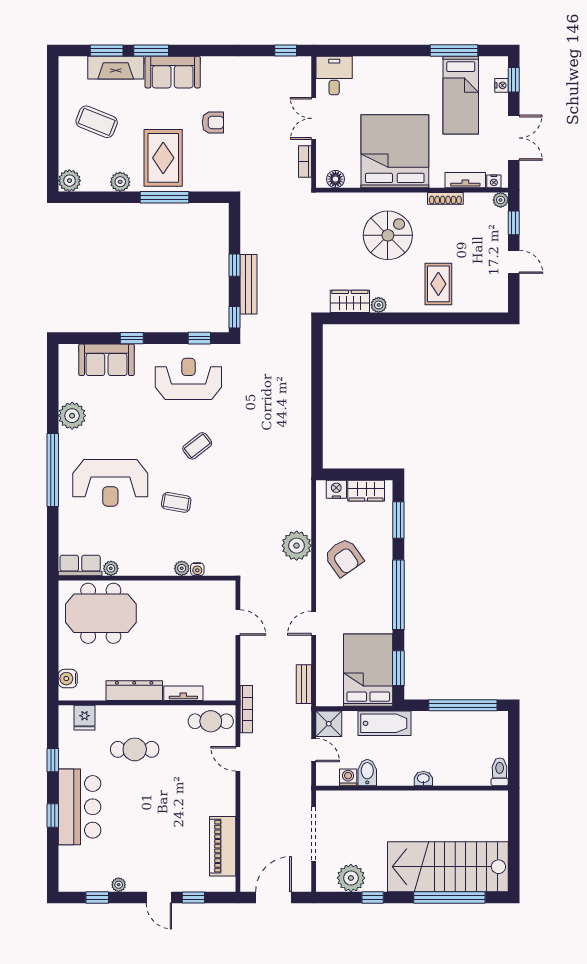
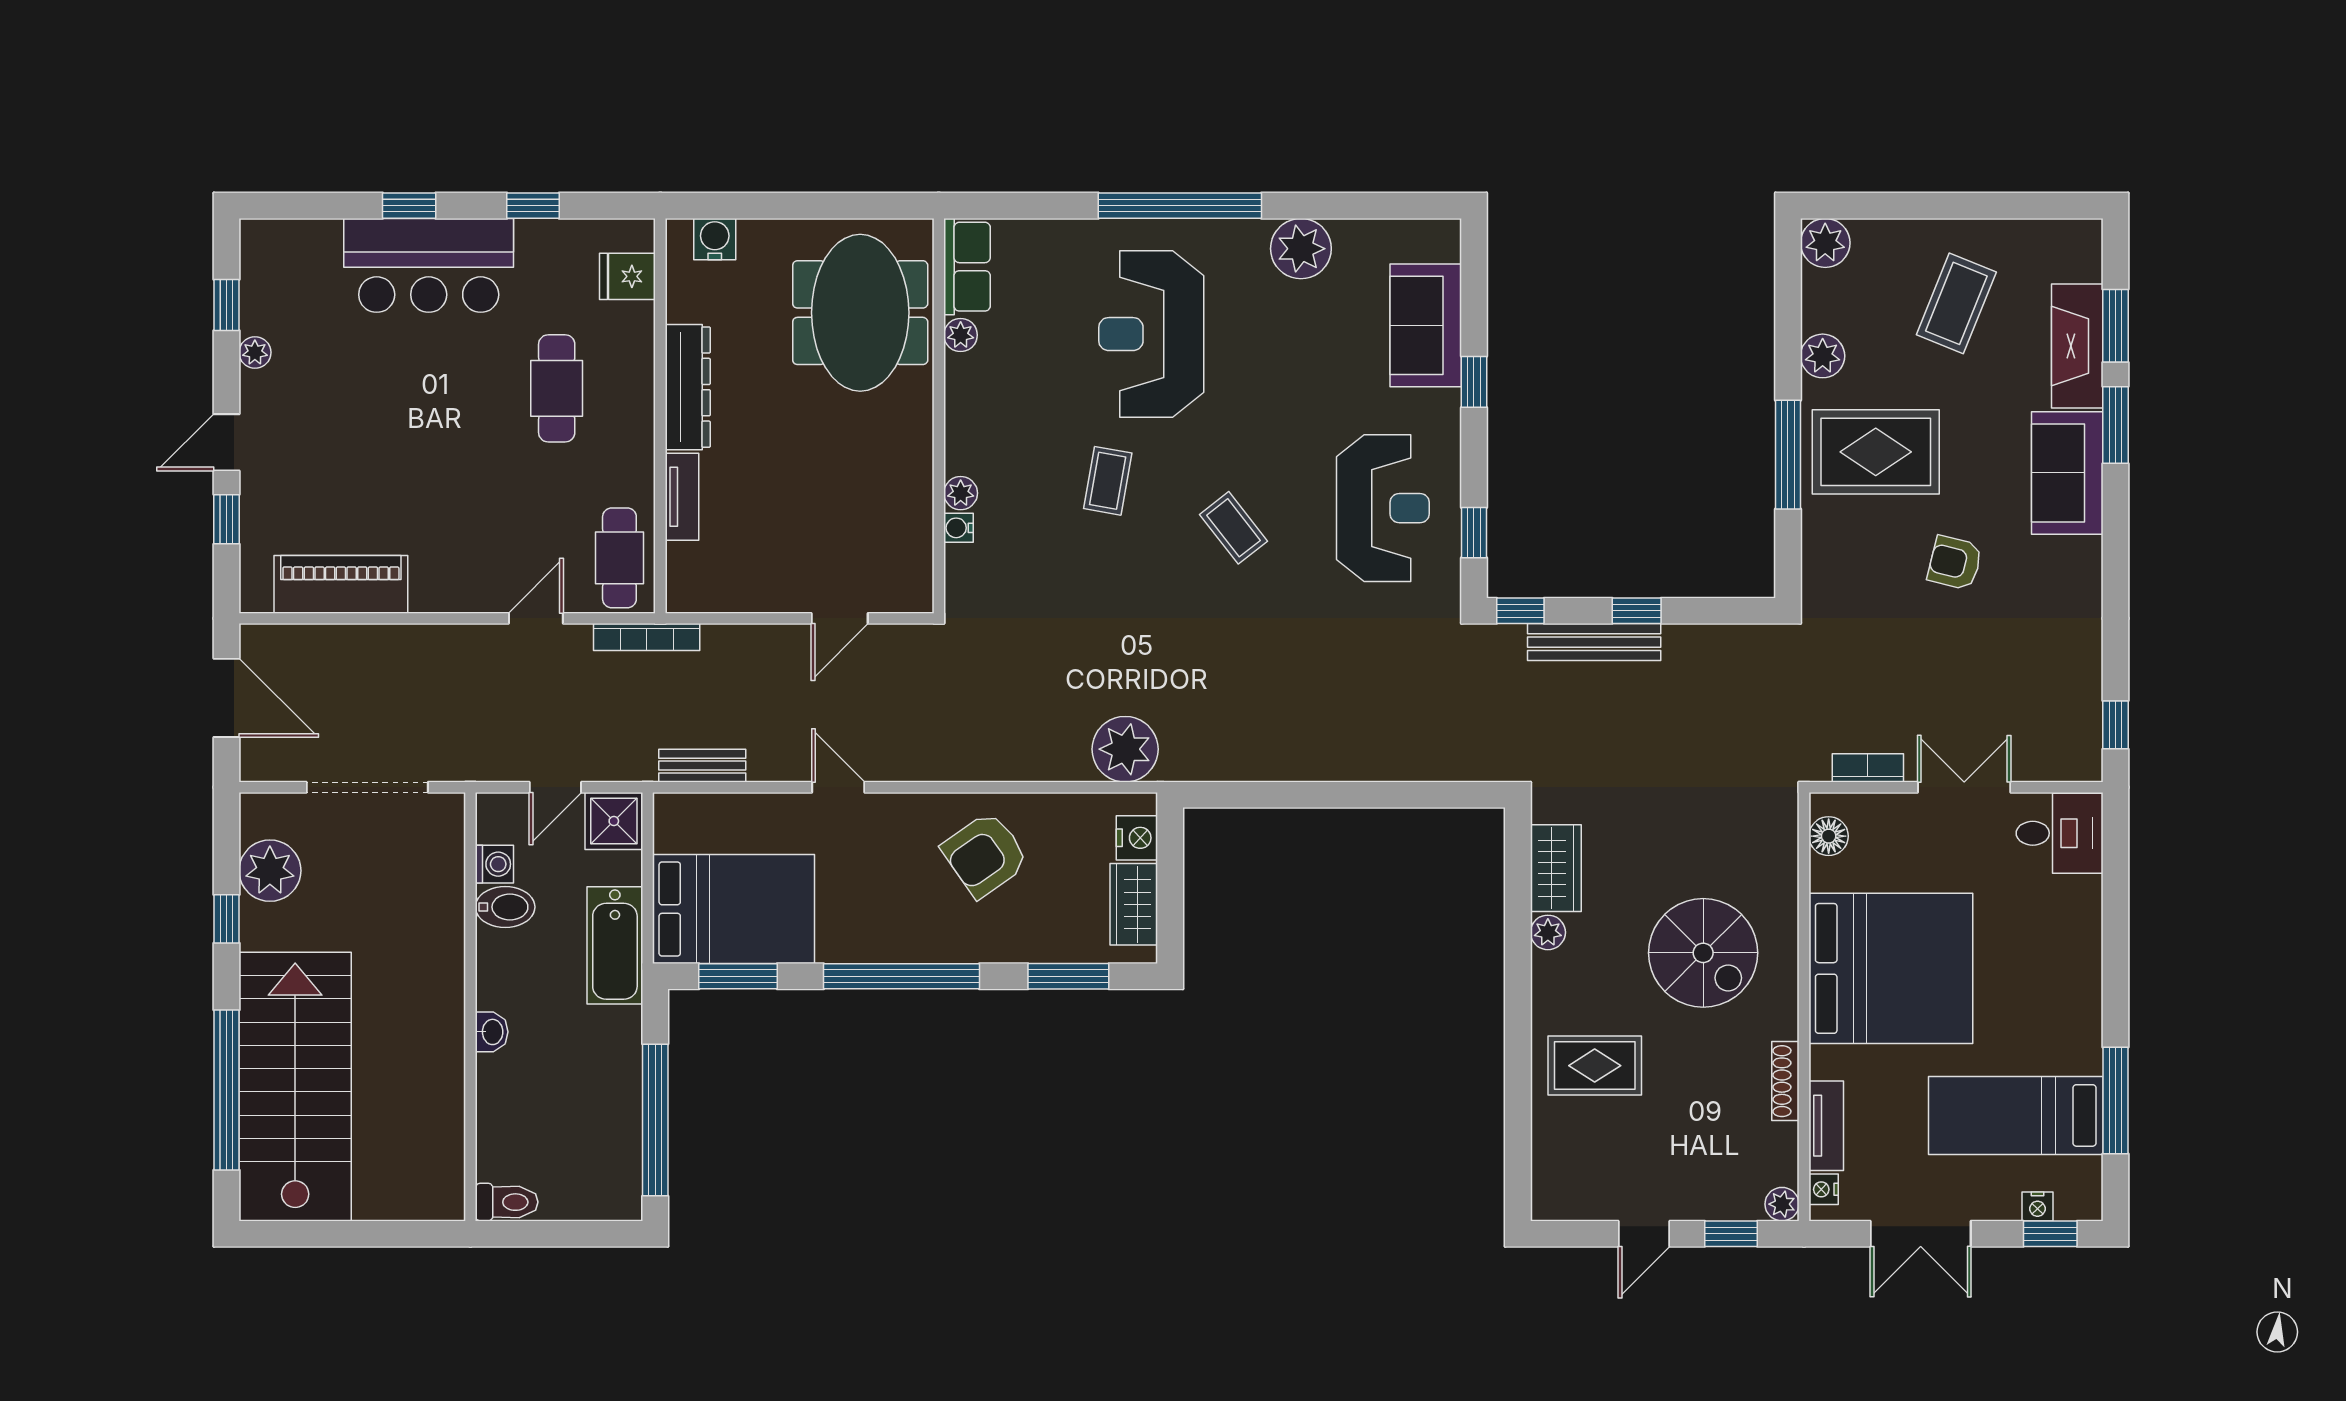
armchair: (213, 122) -> (1955, 563), turned 104
plant: (297, 546) -> (1125, 749), moved

